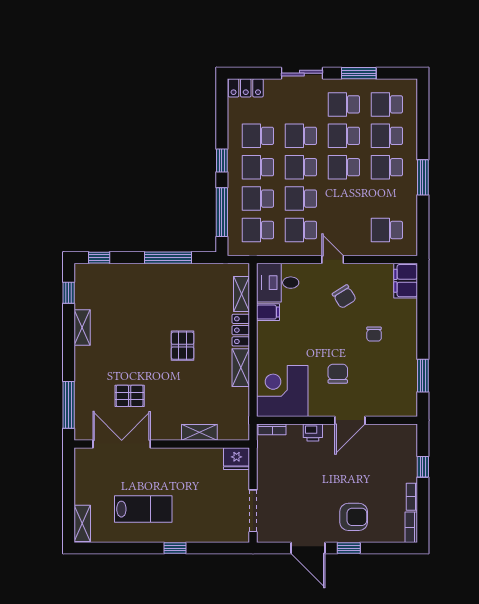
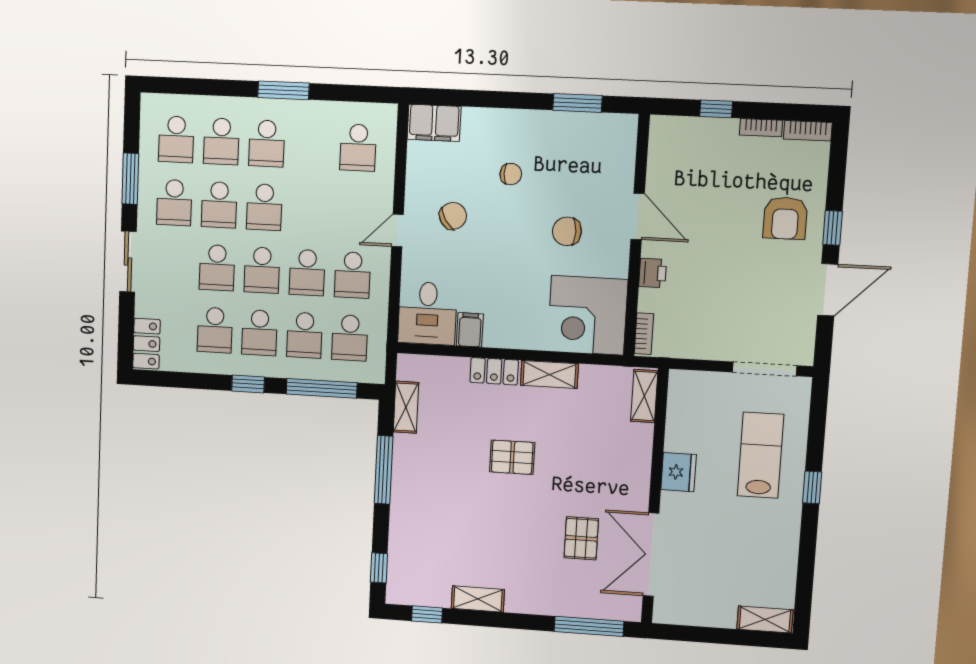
shelving: (241, 294) -> (406, 407), moved, turned 90
shelving: (199, 432) -> (644, 396), moved
fridge: (237, 459) -> (679, 472), moved
lab bench: (143, 509) -> (761, 455), moved
armchair: (354, 517) -> (785, 218), turned 180

